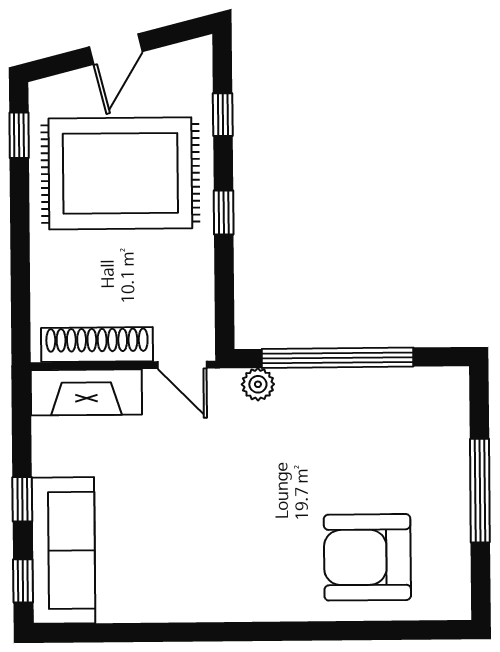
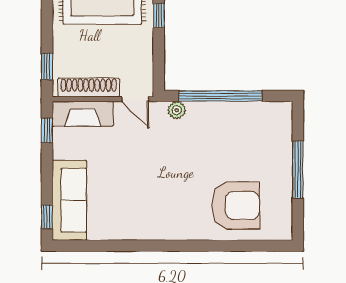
window: (21, 307) -> (47, 66), added
window: (22, 499) -> (47, 130), moved
armchair: (367, 557) -> (236, 205), turned 180

